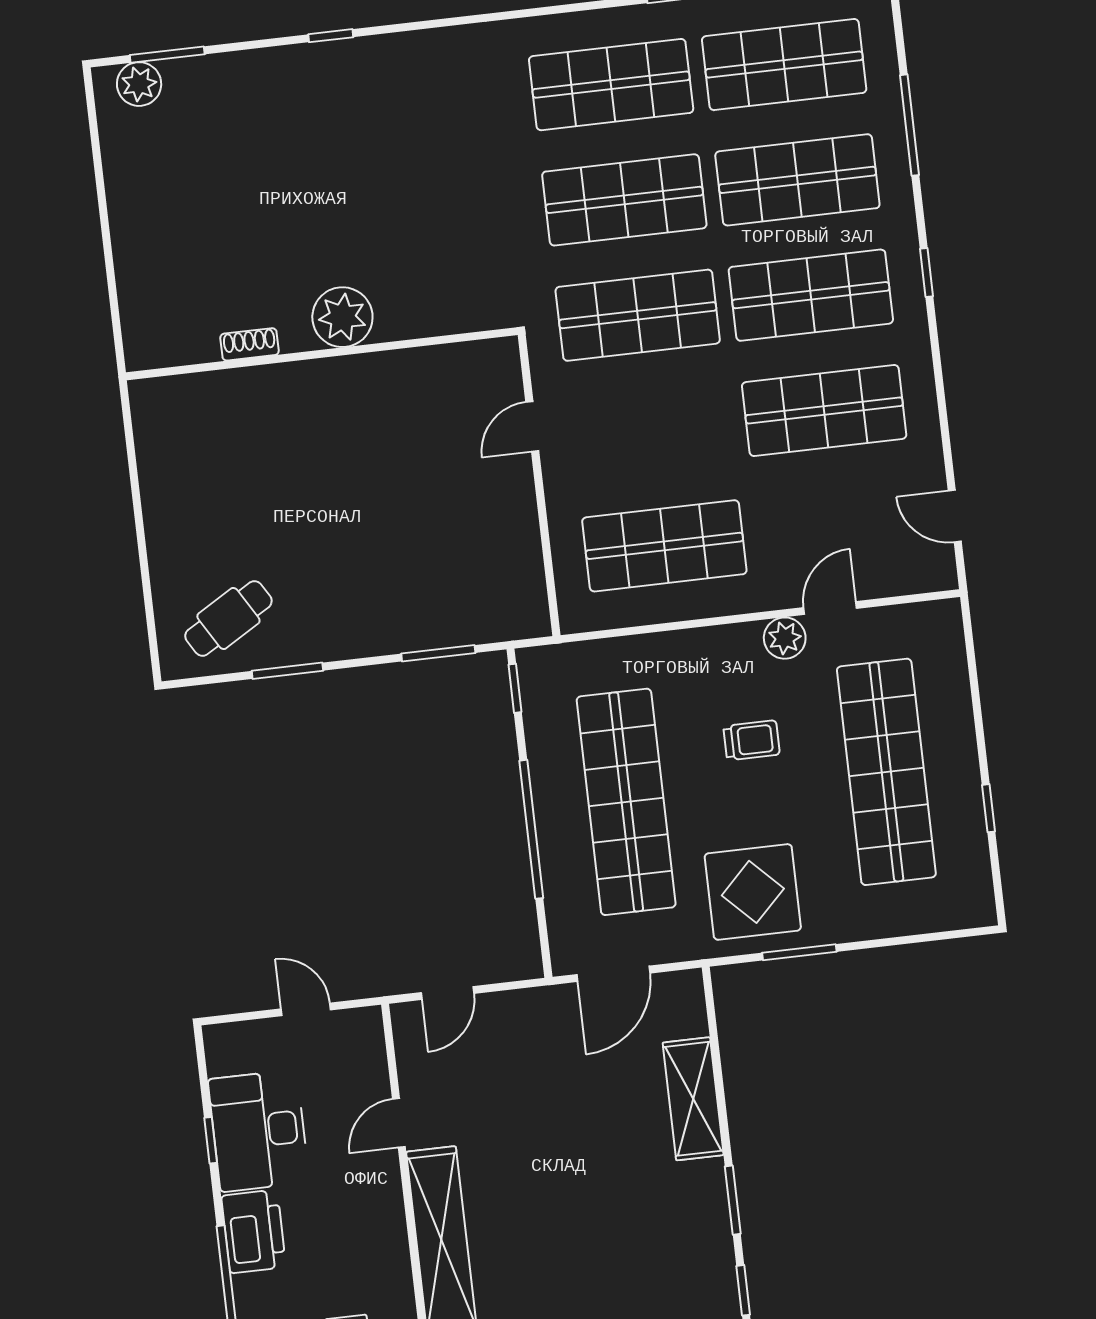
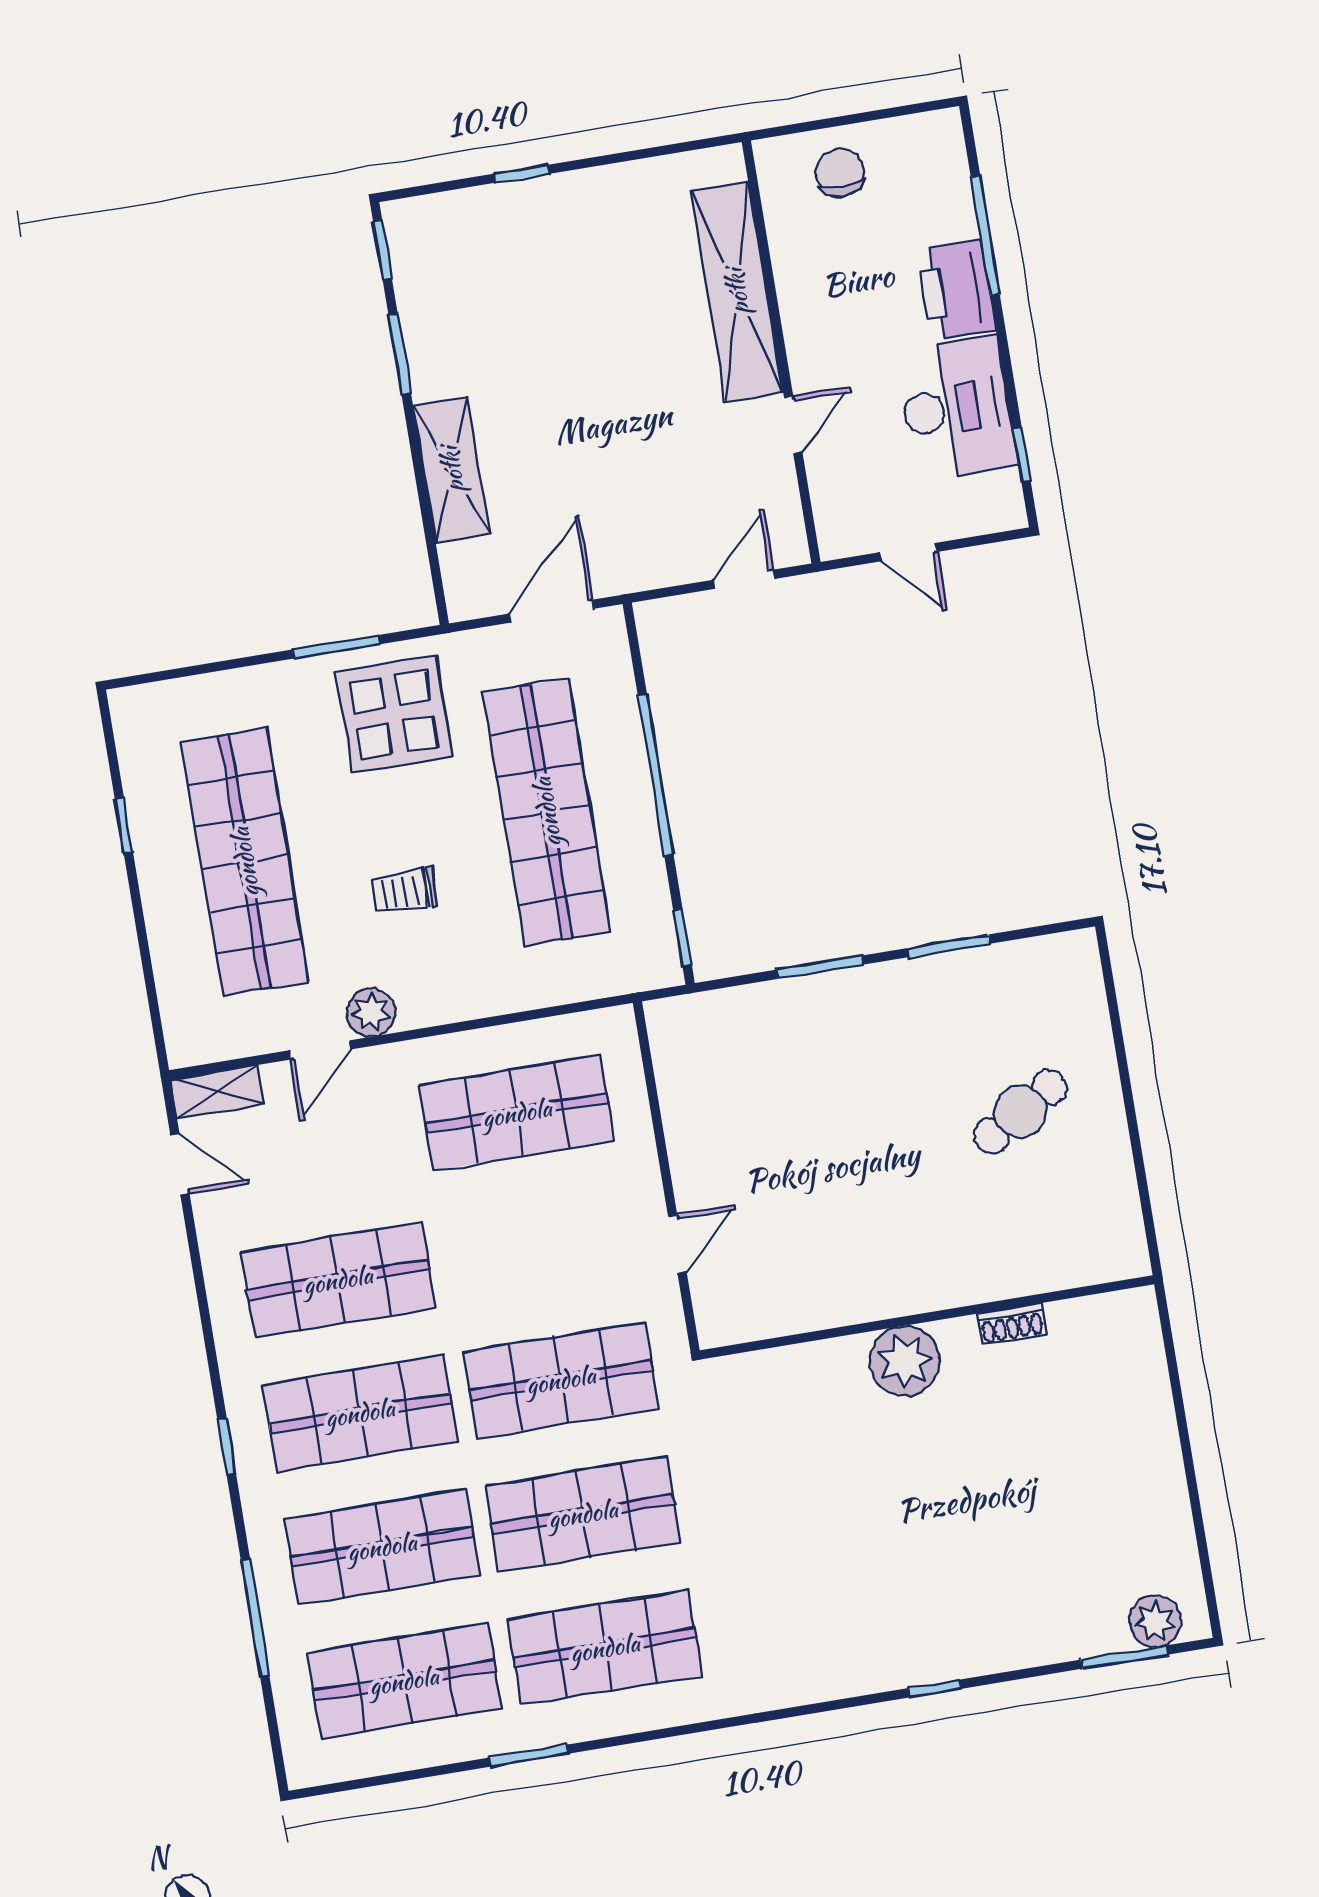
shelving: (920, 576) -> (217, 1092), added
cafe table: (228, 618) -> (1020, 1111), moved
window: (438, 653) -> (820, 967), moved
window: (211, 1140) -> (1022, 454), moved

